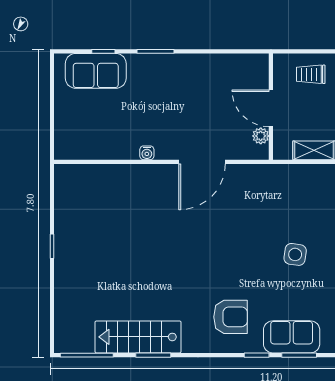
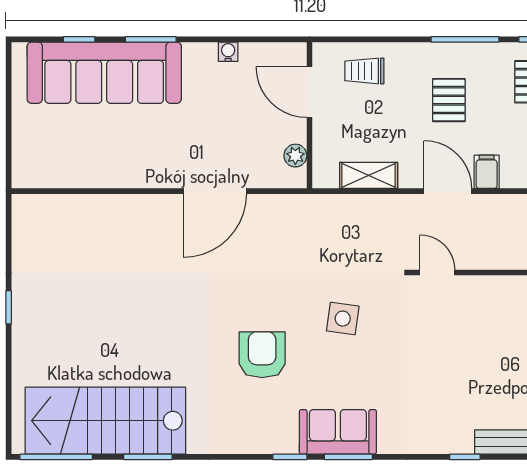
sofa: (96, 71) -> (104, 73), width x1.85, depth x1.27
door: (271, 108) -> (310, 92), moved
water cooler: (147, 153) -> (228, 52), moved, turned 180
armchair: (230, 317) -> (262, 355), moved, turned -90
stairs: (138, 337) -> (105, 421), width x1.36, depth x1.51

